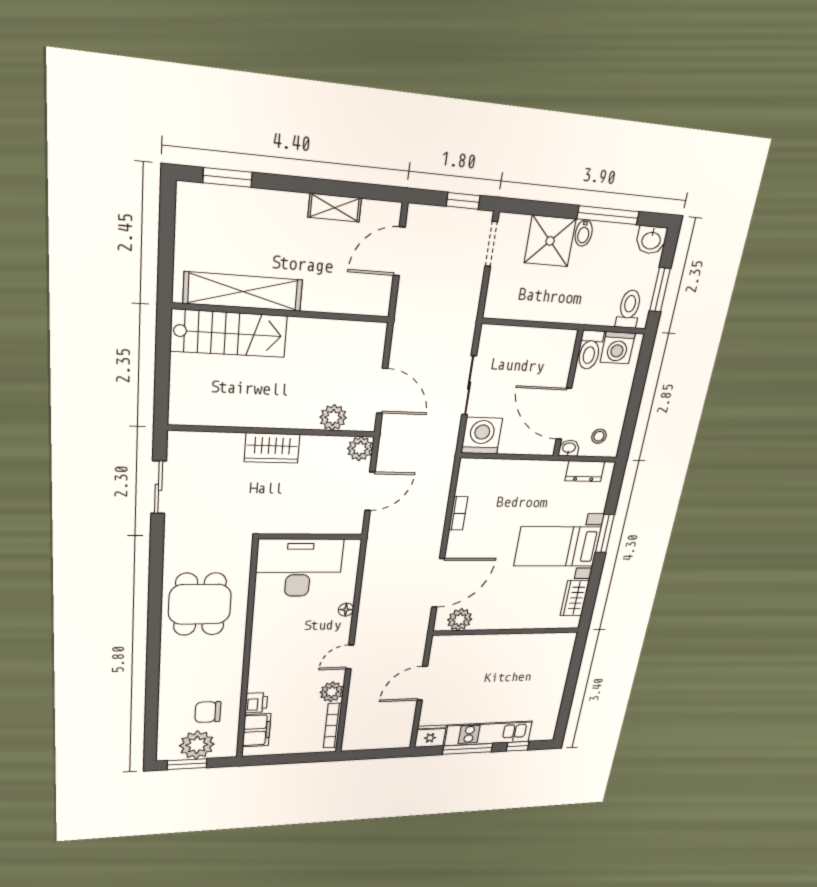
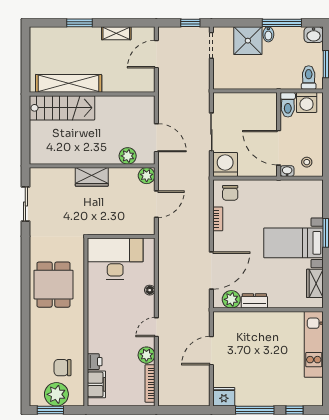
window: (228, 177) -> (79, 23), moved
dresser: (585, 471) -> (254, 301), moved, turned 180
chair: (482, 477) -> (230, 193), added
kitchen unit: (489, 733) -> (314, 344), moved, turned -90

